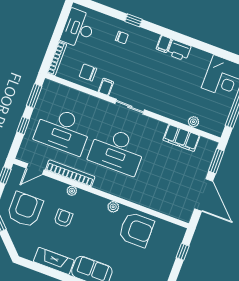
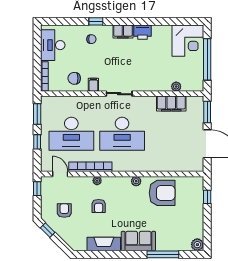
filing cabinet: (164, 44) -> (123, 32), width x2.00
door: (35, 169) -> (60, 174), swing flipped
armchair: (25, 210) -> (64, 211), width x0.53, depth x0.53
armchair: (63, 218) -> (99, 206), turned 180

